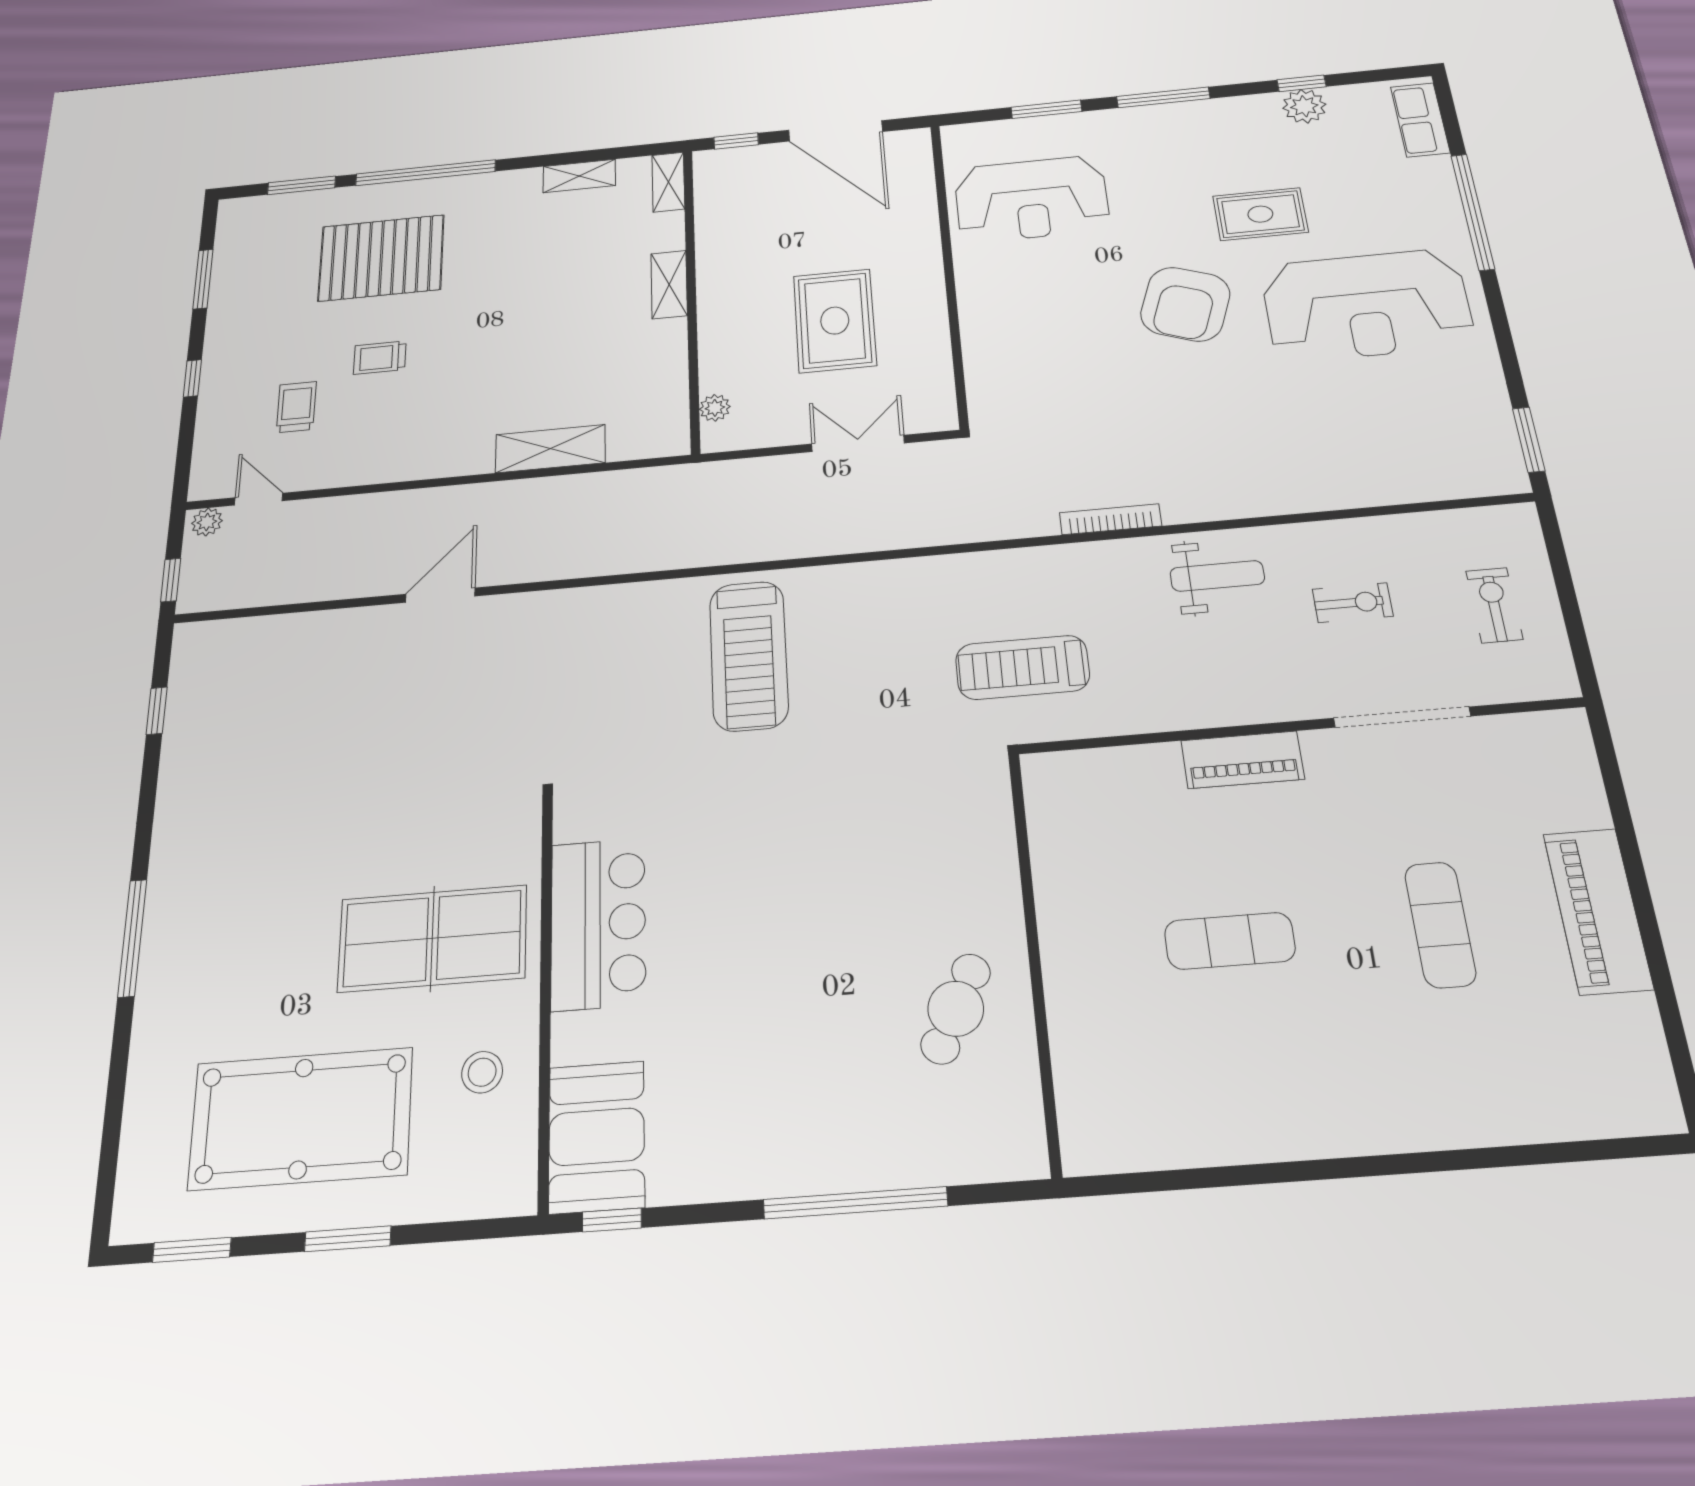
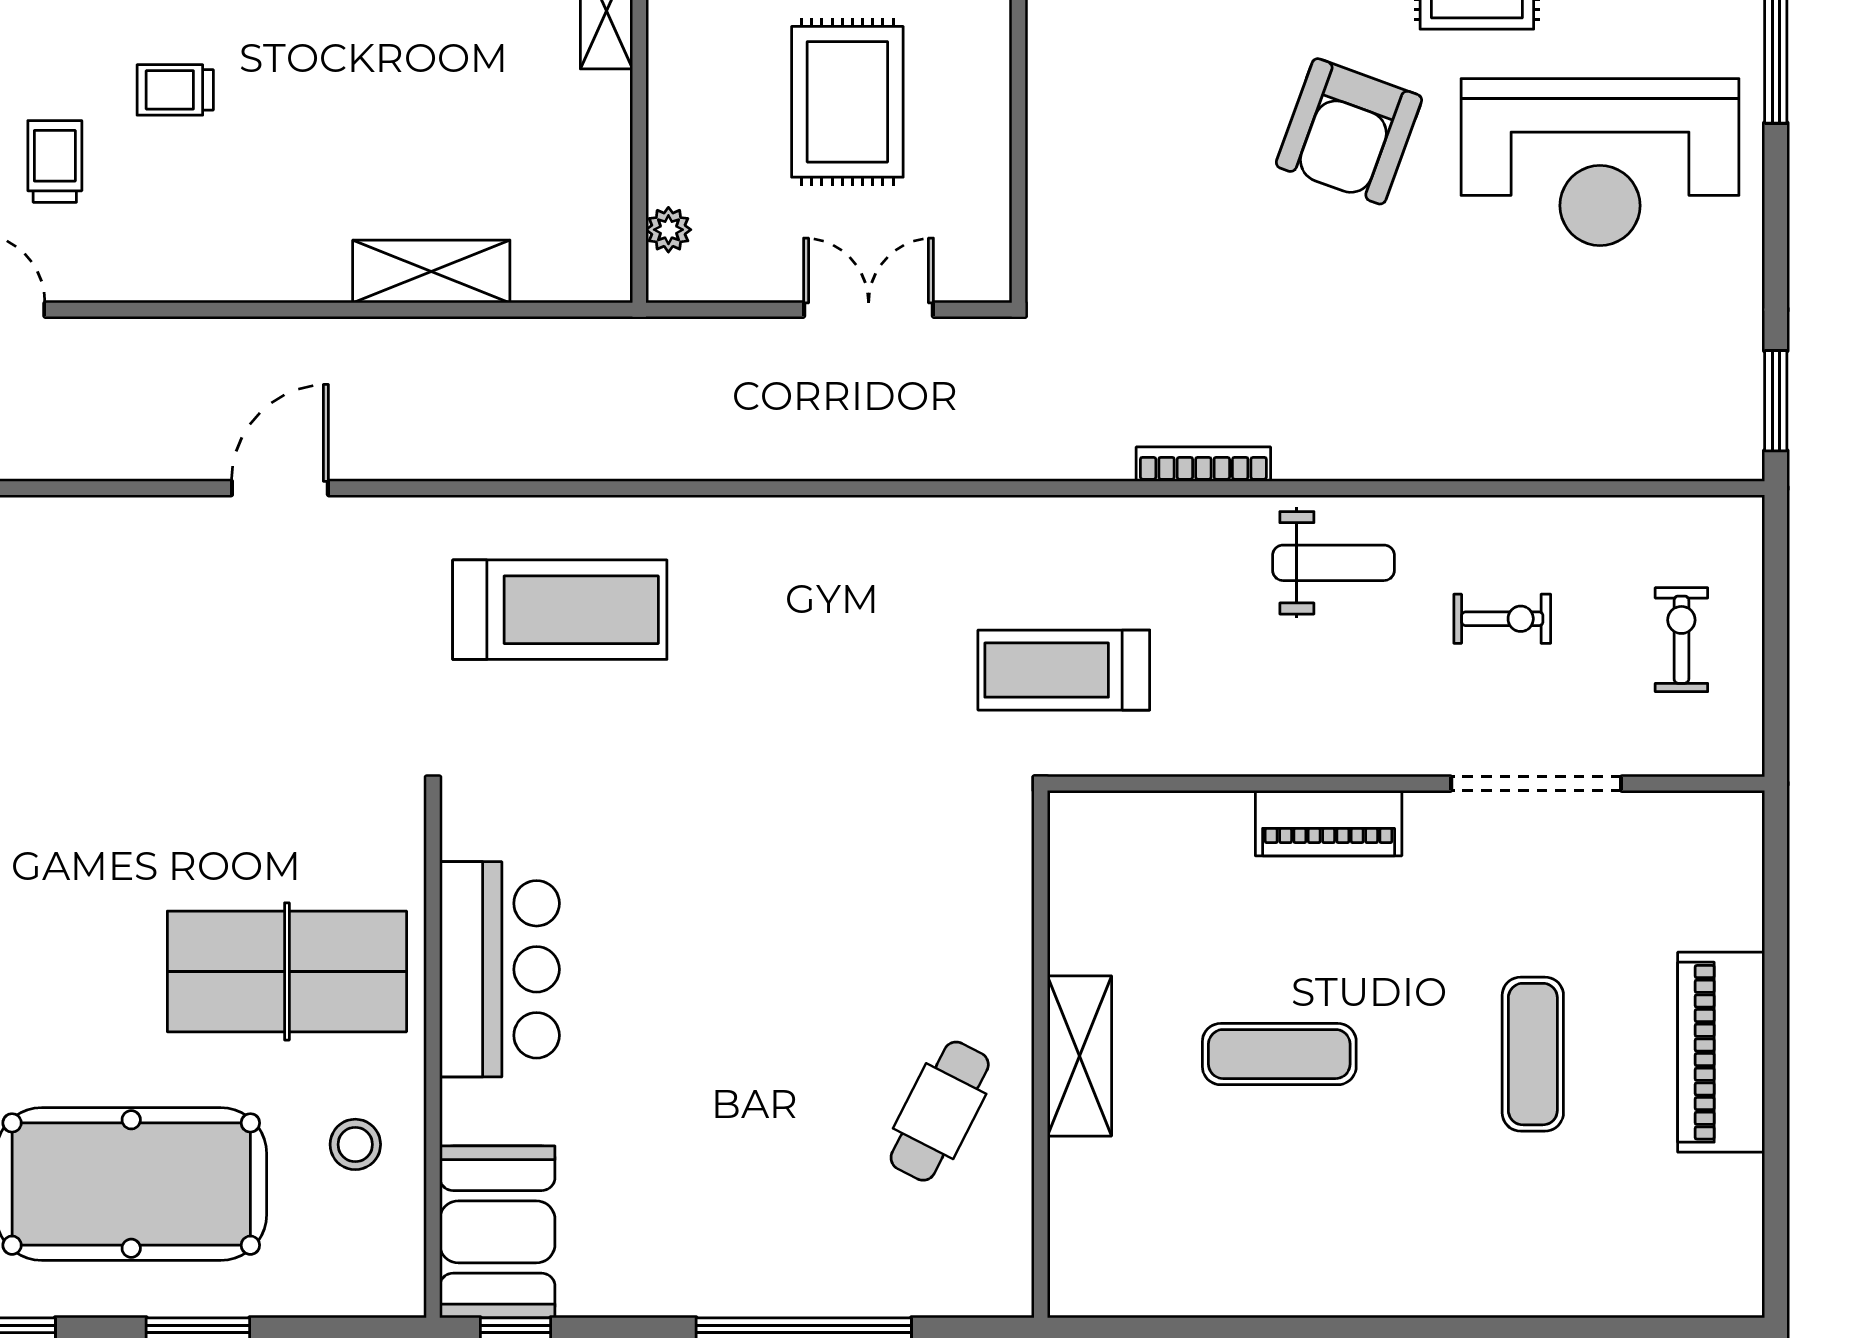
treadmill: (749, 655) -> (560, 610), moved, turned -90
shelving: (1066, 955) -> (1080, 1056), added

